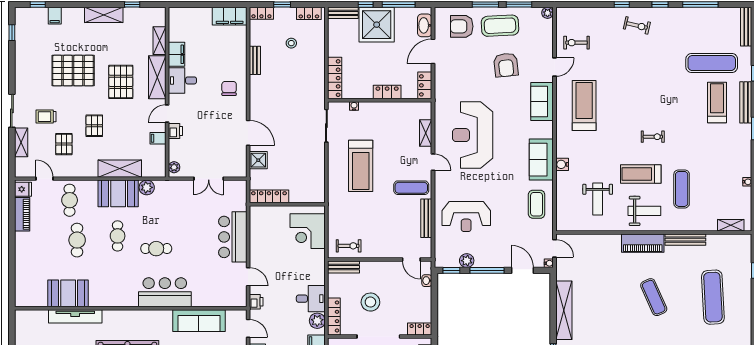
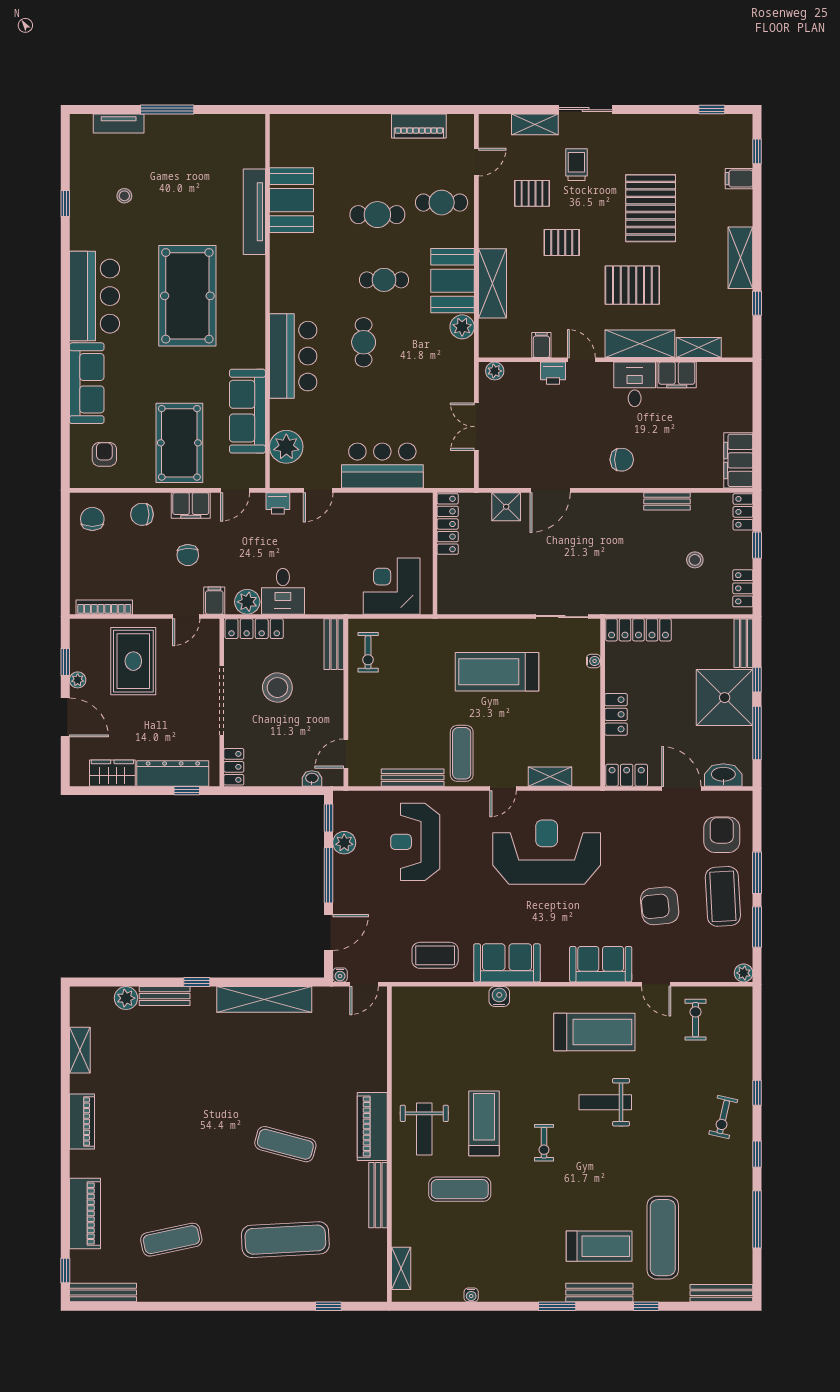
fridge: (23, 189) -> (459, 128), removed
weight bench: (598, 199) -> (605, 1102), moved
plant: (221, 297) -> (286, 447), added
exercise mat: (654, 297) -> (285, 1144), turned 39

